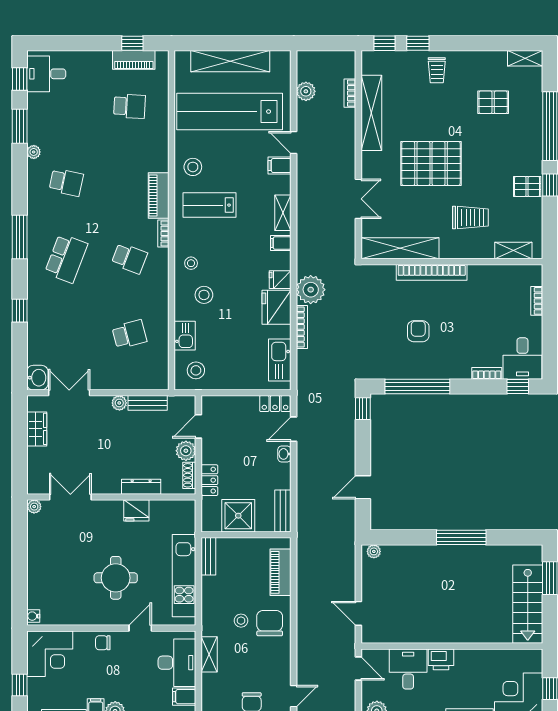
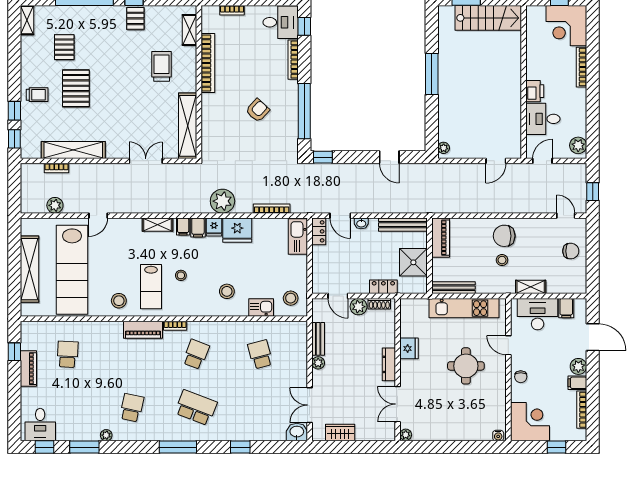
piano: (134, 60) -> (28, 369), moved
pallet: (431, 163) -> (76, 88), moved, width x0.73, depth x0.71
filing cabinet: (280, 166) -> (198, 227), moved
stool: (191, 263) -> (181, 275), moved
bookcase: (432, 272) -> (208, 63), moved
bookcase: (302, 327) -> (272, 209), moved
armchair: (418, 331) -> (258, 110), turned 133
kitchen sink: (280, 360) -> (298, 237), moved, turned 90
bookcase: (487, 373) -> (293, 60), width x1.56
dresser: (141, 487) -> (389, 364), moved
bench: (283, 511) -> (403, 225), width x1.36
bench: (208, 556) -> (453, 288), width x1.36
piano: (281, 572) -> (441, 238), moved, turned -90

